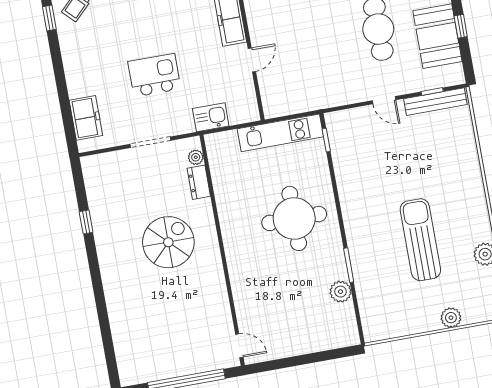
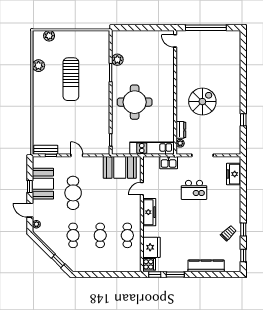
booth: (300, 92) -> (120, 167), added
bench: (435, 102) -> (46, 150), width x0.73
kitchen unit: (280, 133) -> (152, 148), moved
spiral stairs: (168, 242) -> (202, 102), turned 180
plant: (451, 318) -> (49, 36), moved

